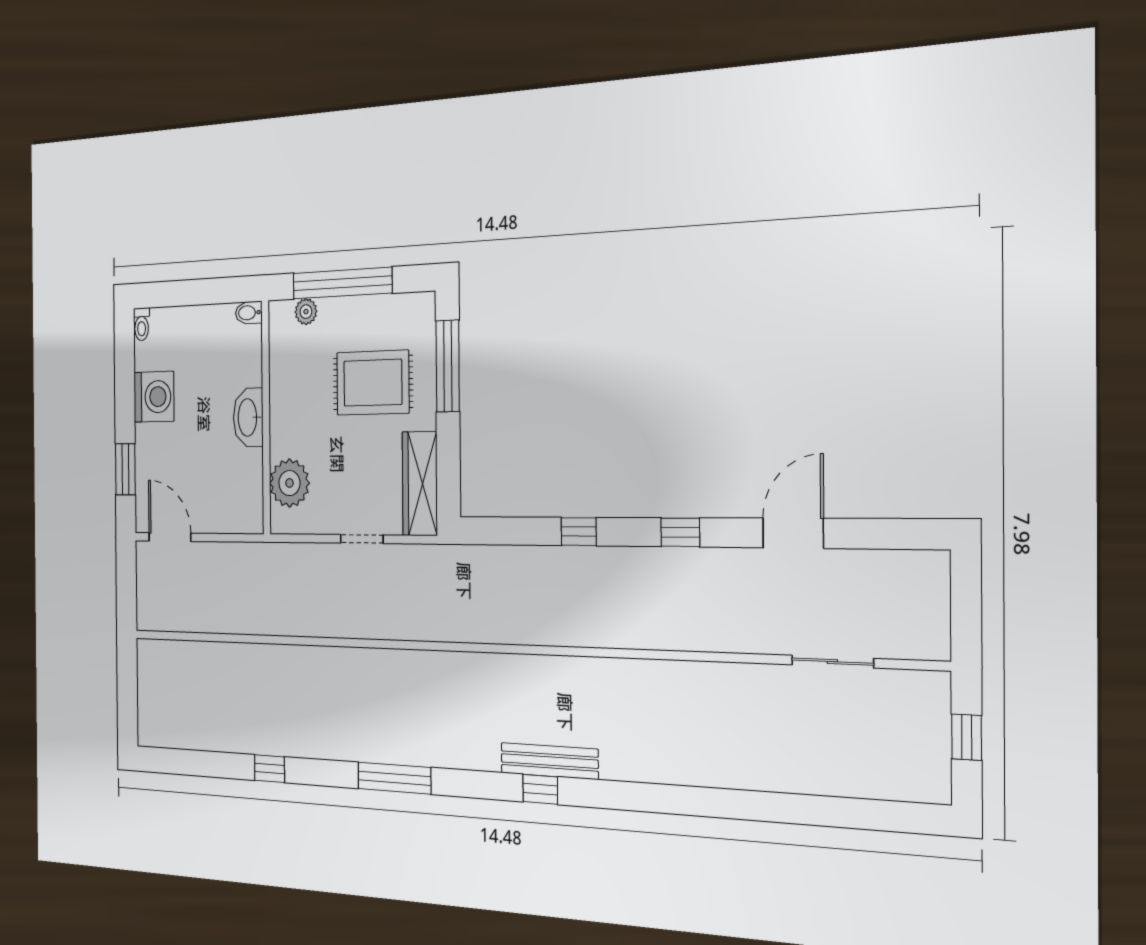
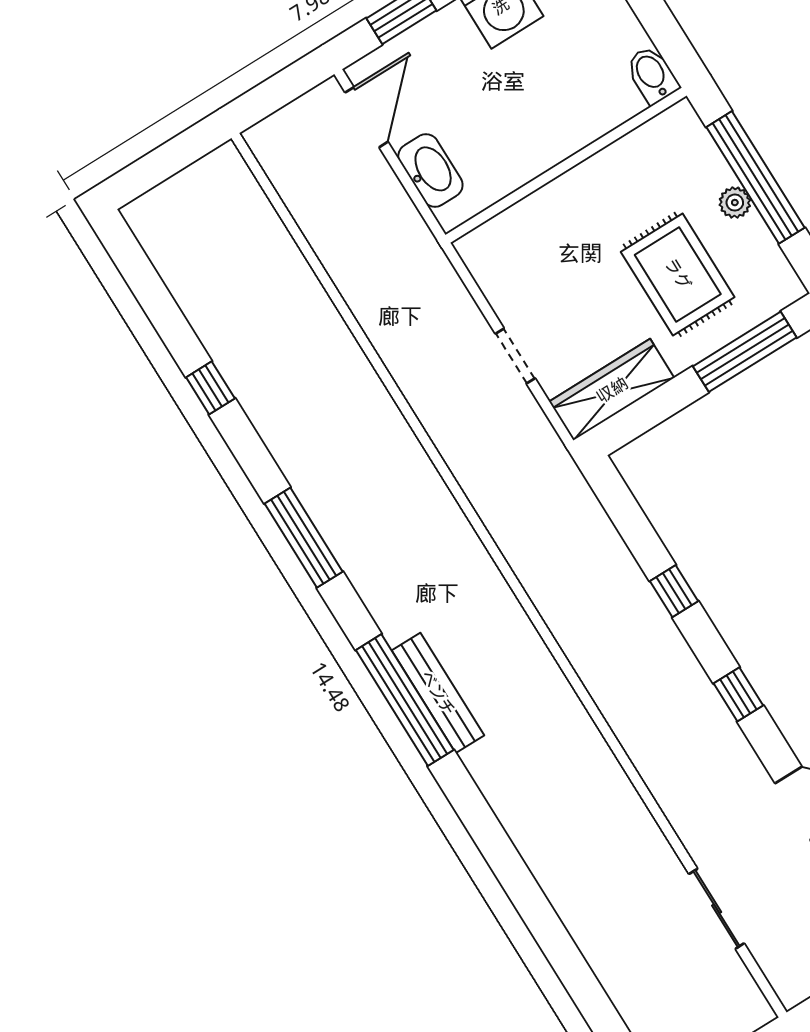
plant: (306, 312) -> (735, 203), moved
bidet: (249, 313) -> (652, 75), width x1.38, depth x1.36
washbasin: (248, 417) -> (430, 170), moved, turned 90
plant: (289, 483) -> (517, 235), removed
window: (540, 789) -> (405, 700), width x3.17

